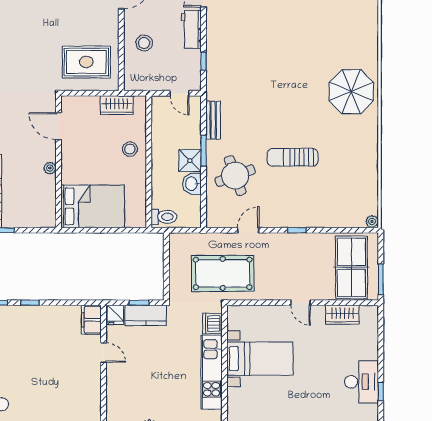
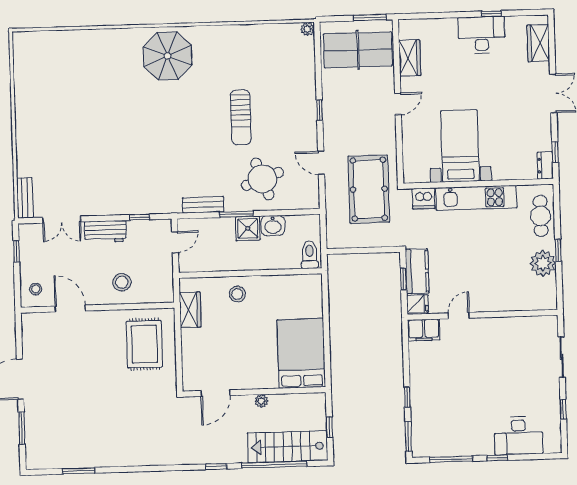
door: (58, 126) -> (216, 393), moved
wall: (58, 162) -> (254, 392), moved
plant: (50, 168) -> (261, 401), moved
bed: (93, 206) -> (301, 353), moved

